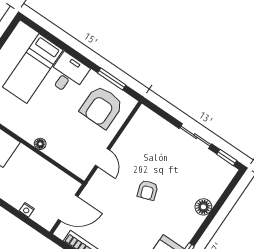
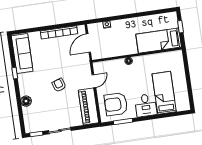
armchair: (102, 107) -> (116, 104), turned -90
piano: (136, 134) -> (89, 106), added
door: (103, 158) -> (94, 81), swing flipped

